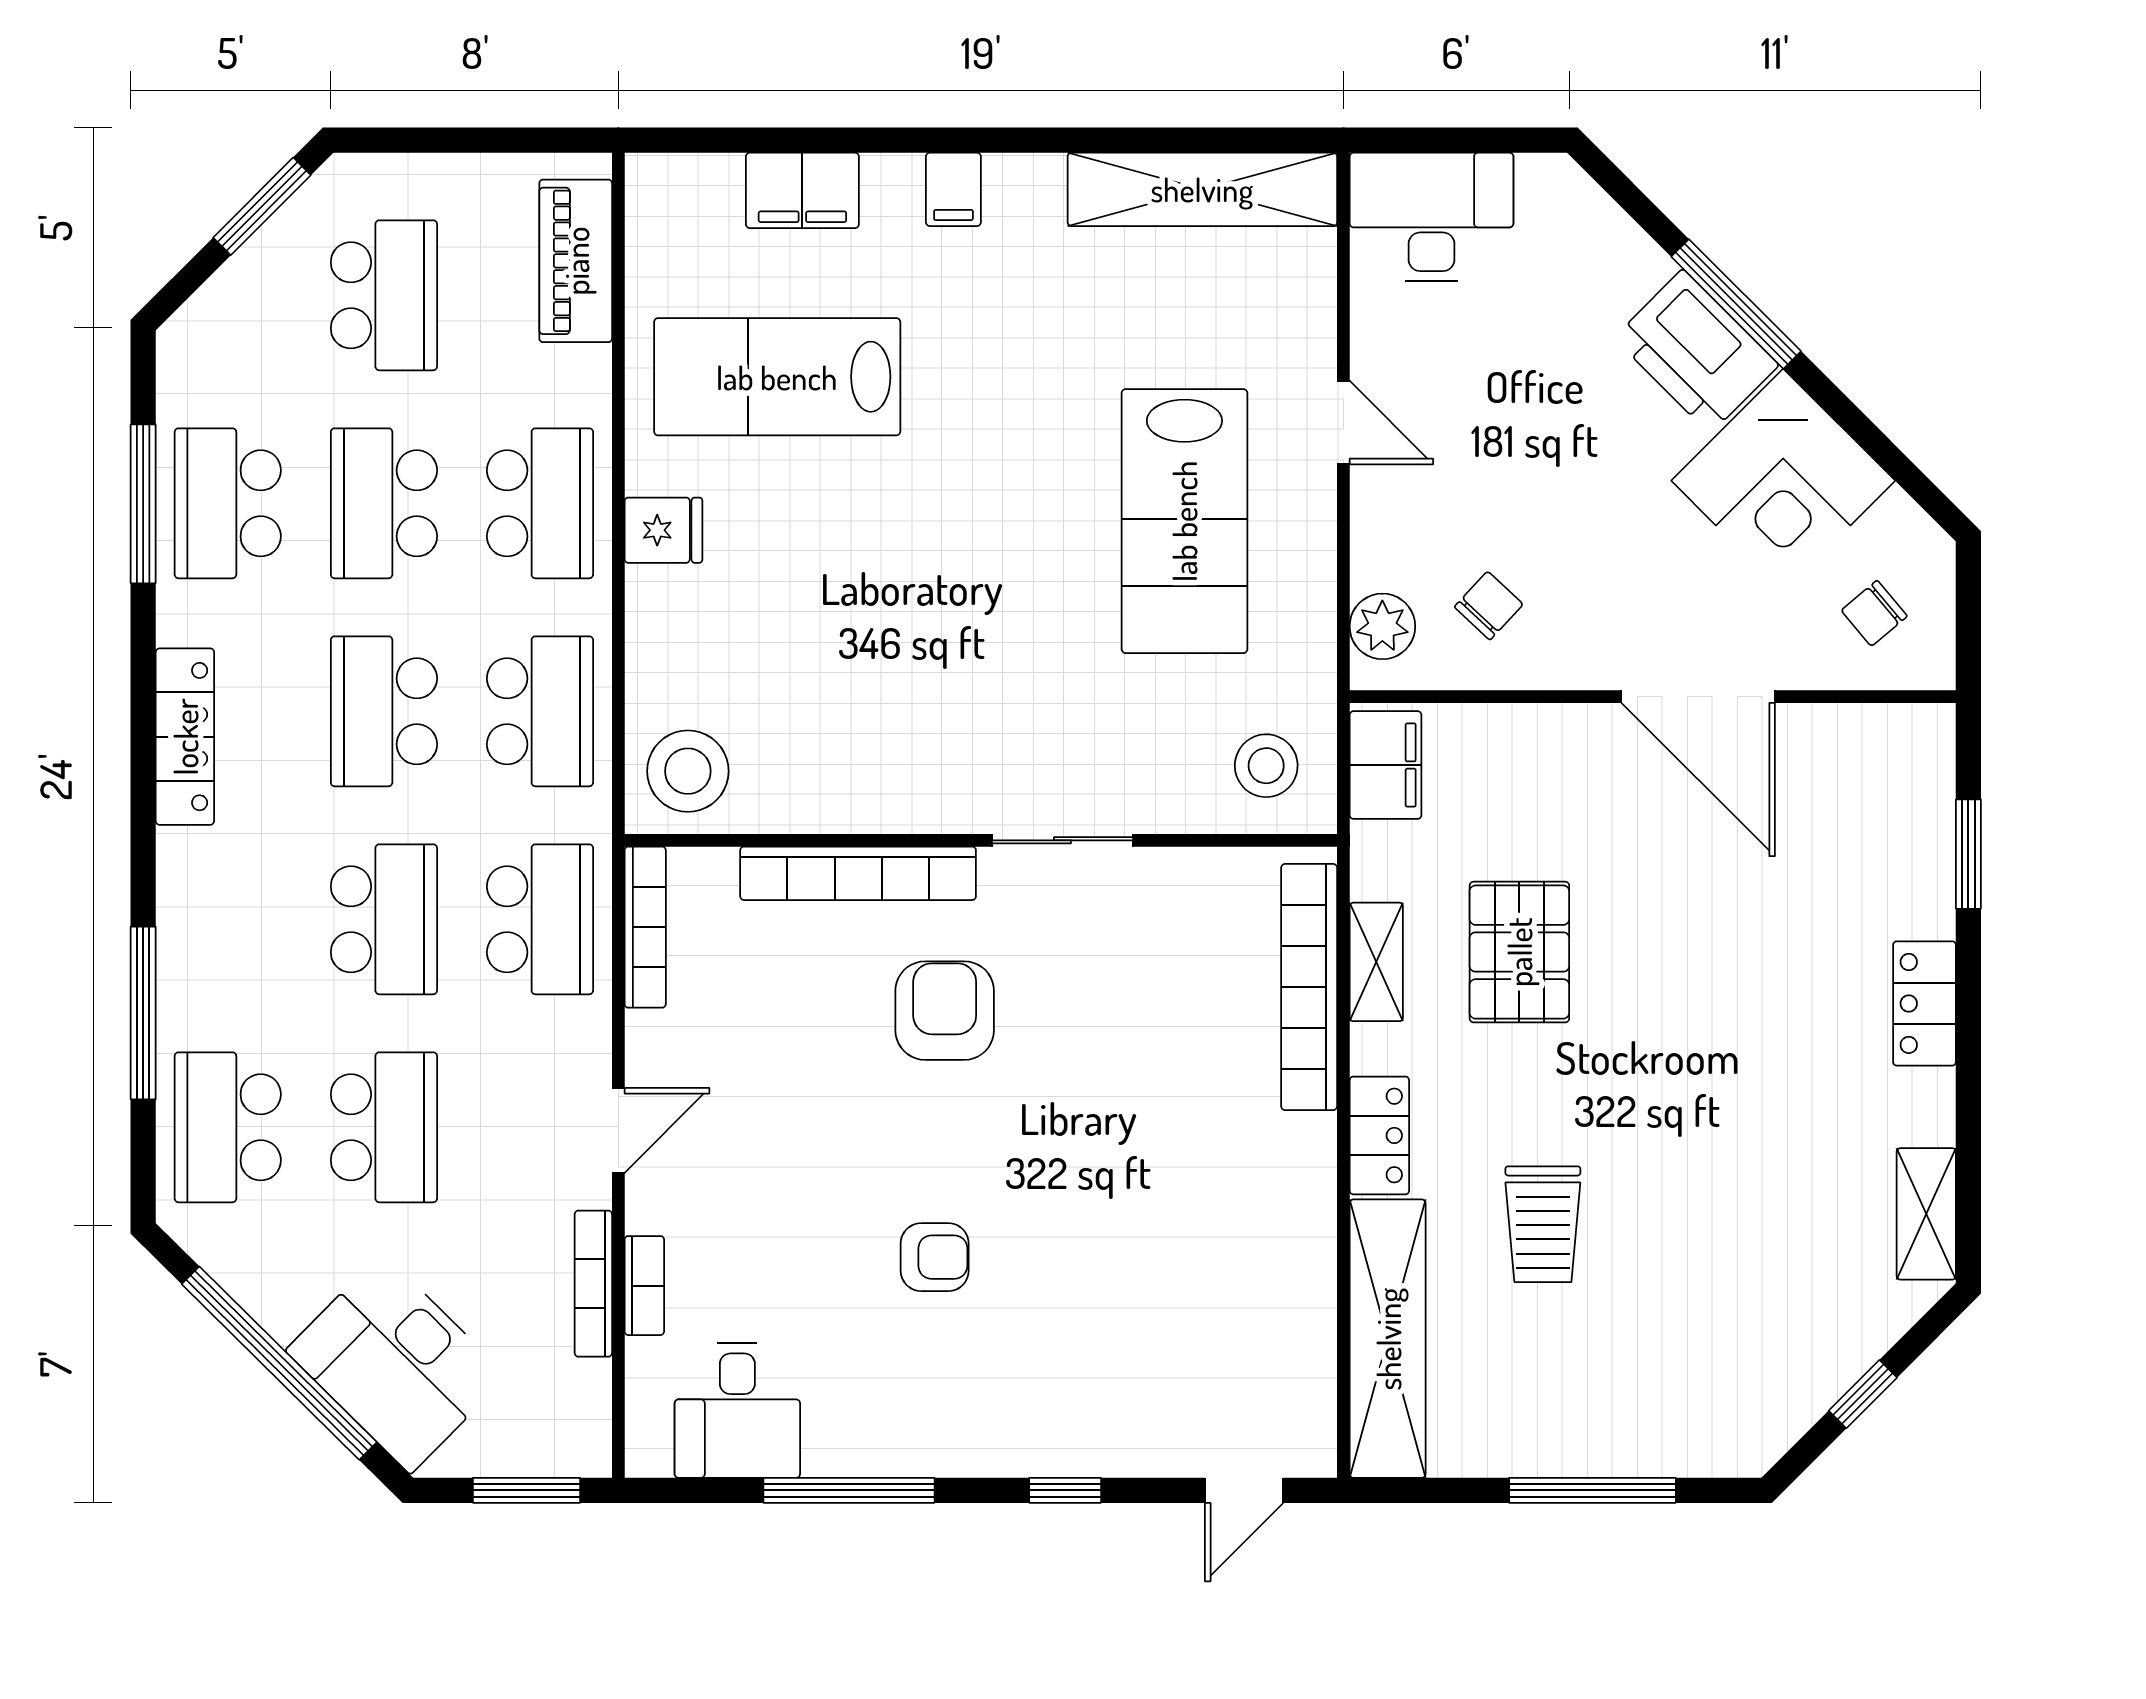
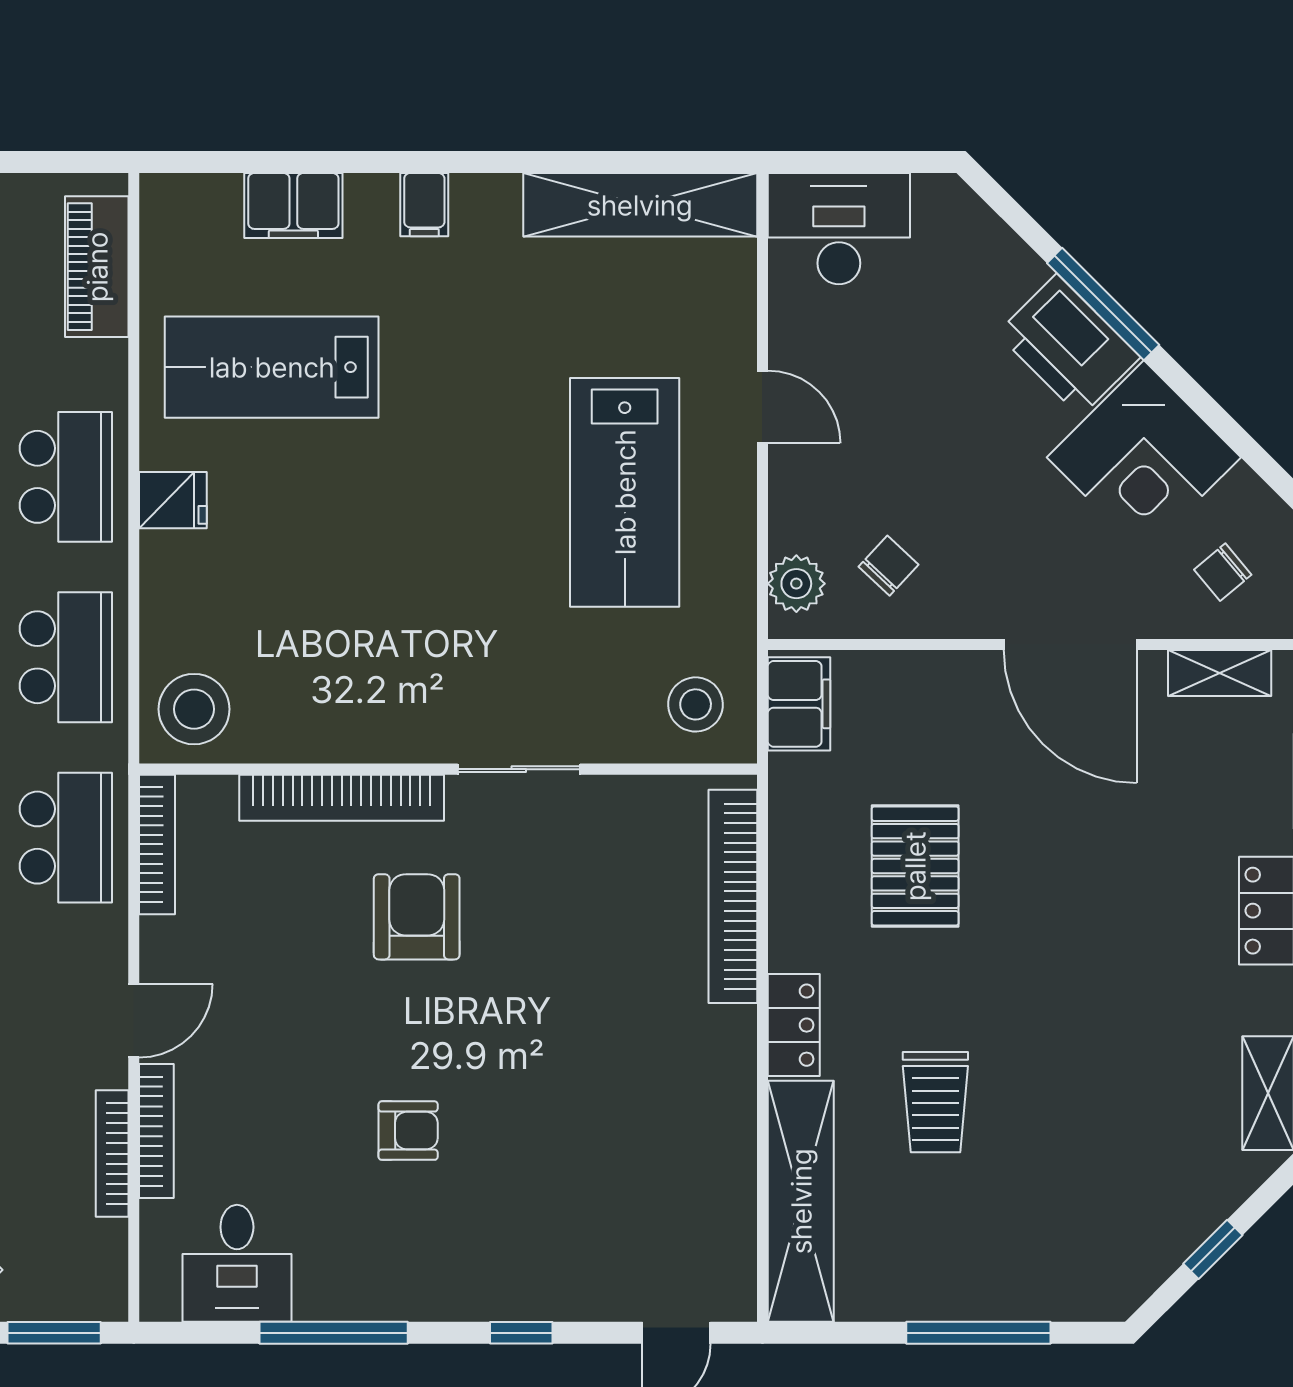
shelving: (1376, 962) -> (1220, 673), moved, turned 90
bookcase: (644, 1286) -> (156, 1131), width x1.56

